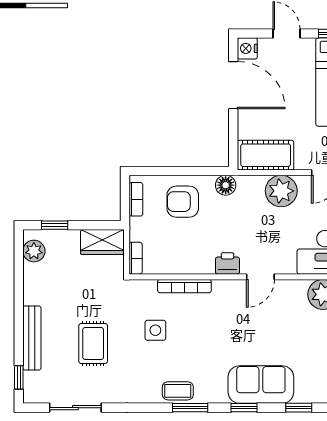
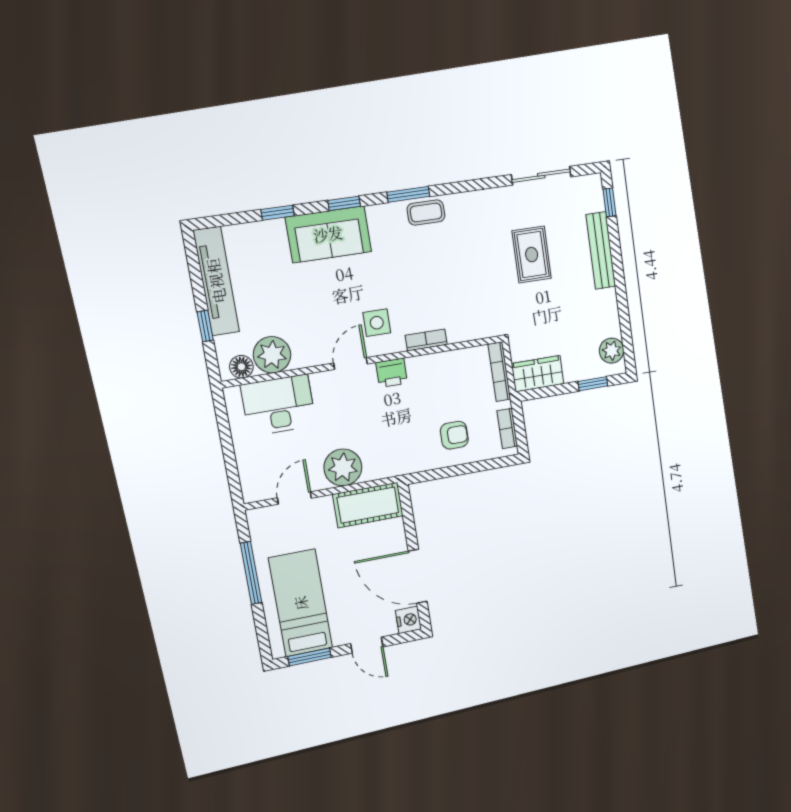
floor lamp: (226, 185) -> (408, 463), removed
armchair: (183, 202) -> (454, 435), width x0.72, depth x0.72
bookcase: (136, 258) -> (499, 372), width x1.56
bookcase: (184, 286) -> (426, 340), width x0.64
side table: (155, 330) -> (377, 323), moved

